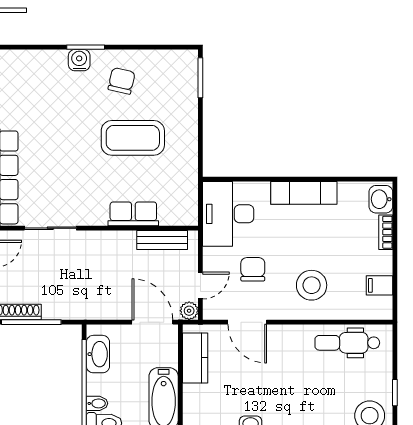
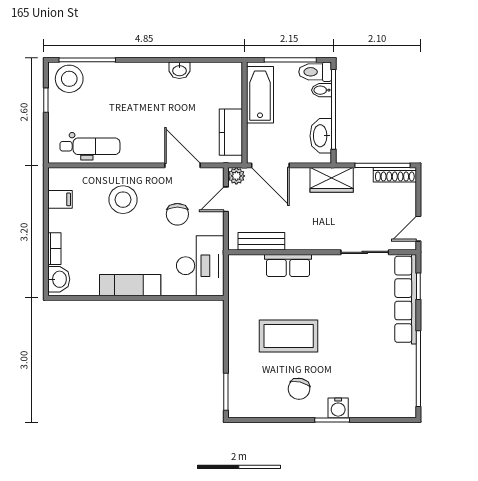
wardrobe: (86, 306) -> (332, 180), added

